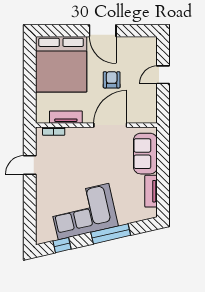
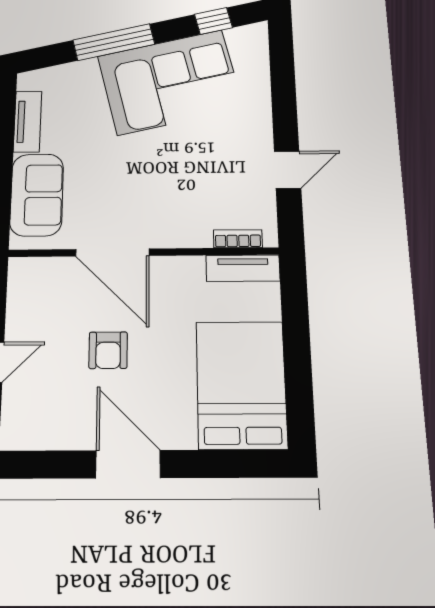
bed: (61, 64) -> (241, 384), width x0.73
tv unit: (66, 117) -> (243, 268), moved
door: (110, 125) -> (112, 252), hinge flipped

